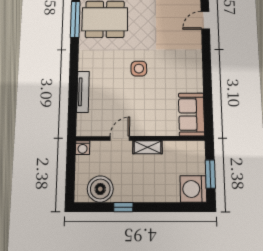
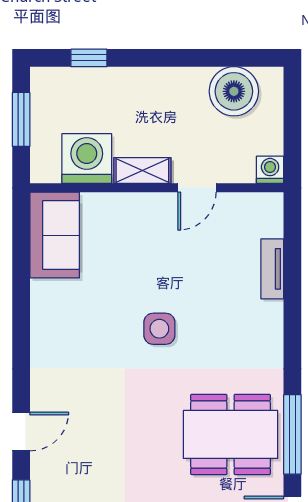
tv unit: (83, 92) -> (272, 269), width x0.71
washing machine: (193, 189) -> (87, 159), moved, turned -90
window: (123, 207) -> (89, 58), moved

